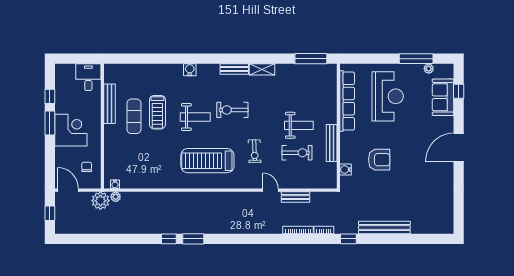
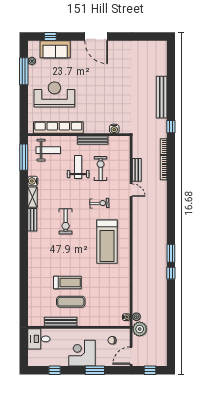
water cooler: (190, 70) -> (33, 181), moved
weight bench: (195, 117) -> (48, 150), moved, turned 90
window: (50, 123) -> (95, 370), moved
armchair: (379, 160) -> (106, 101), removed
door: (270, 190) -> (131, 190), swing flipped

